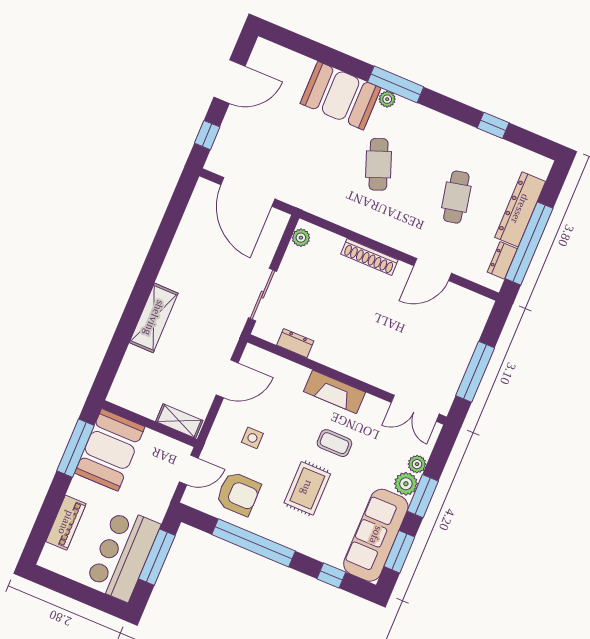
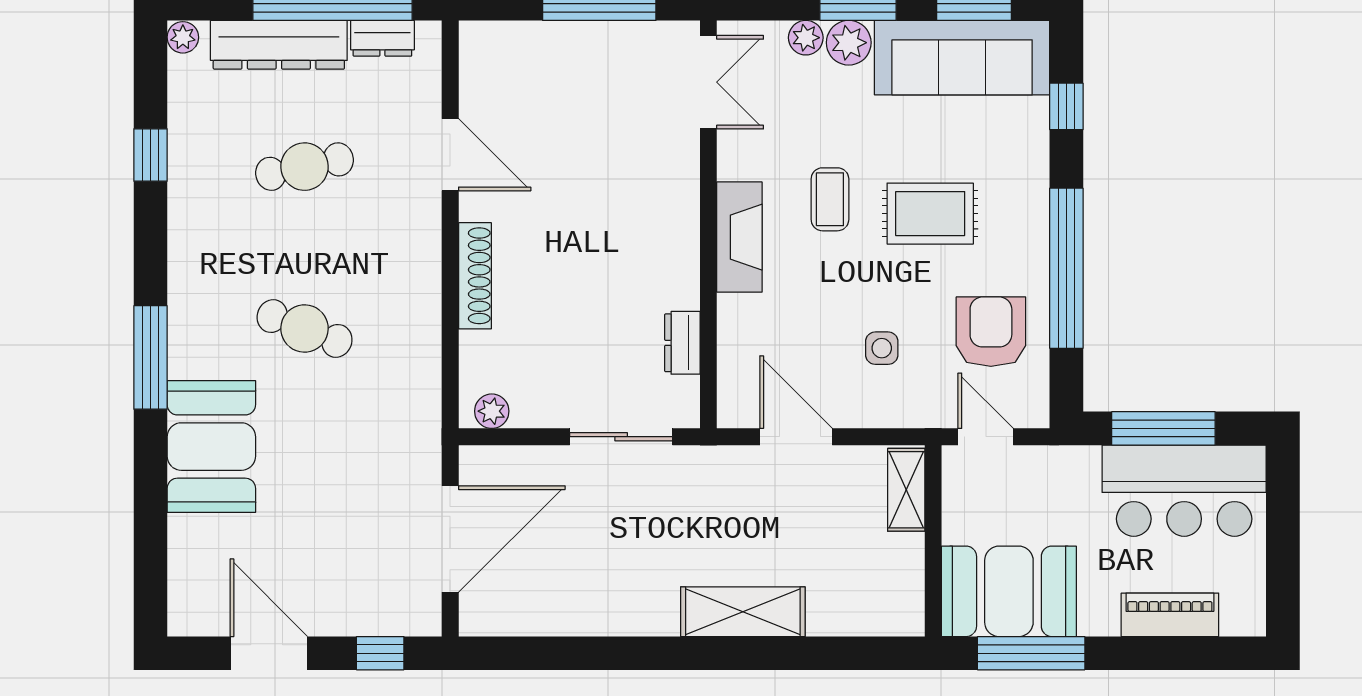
plant: (387, 99) -> (183, 37), moved
cafe table: (379, 164) -> (305, 328), turned 42

